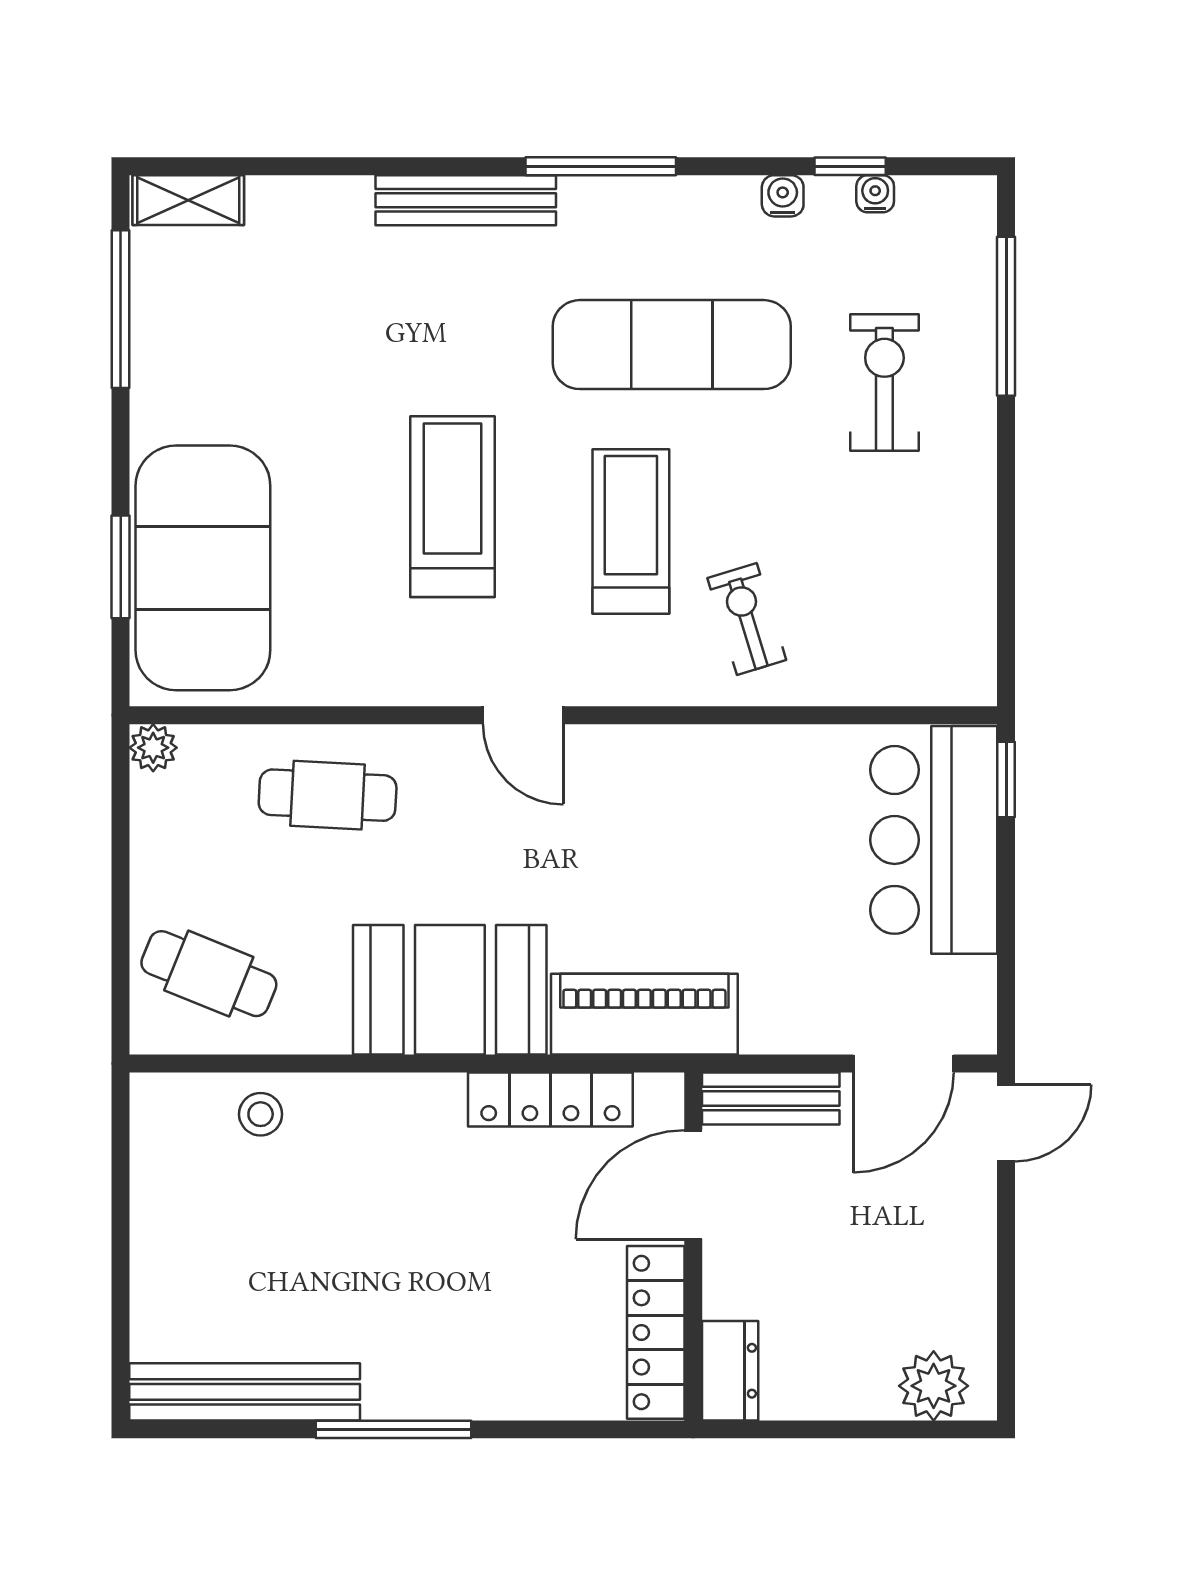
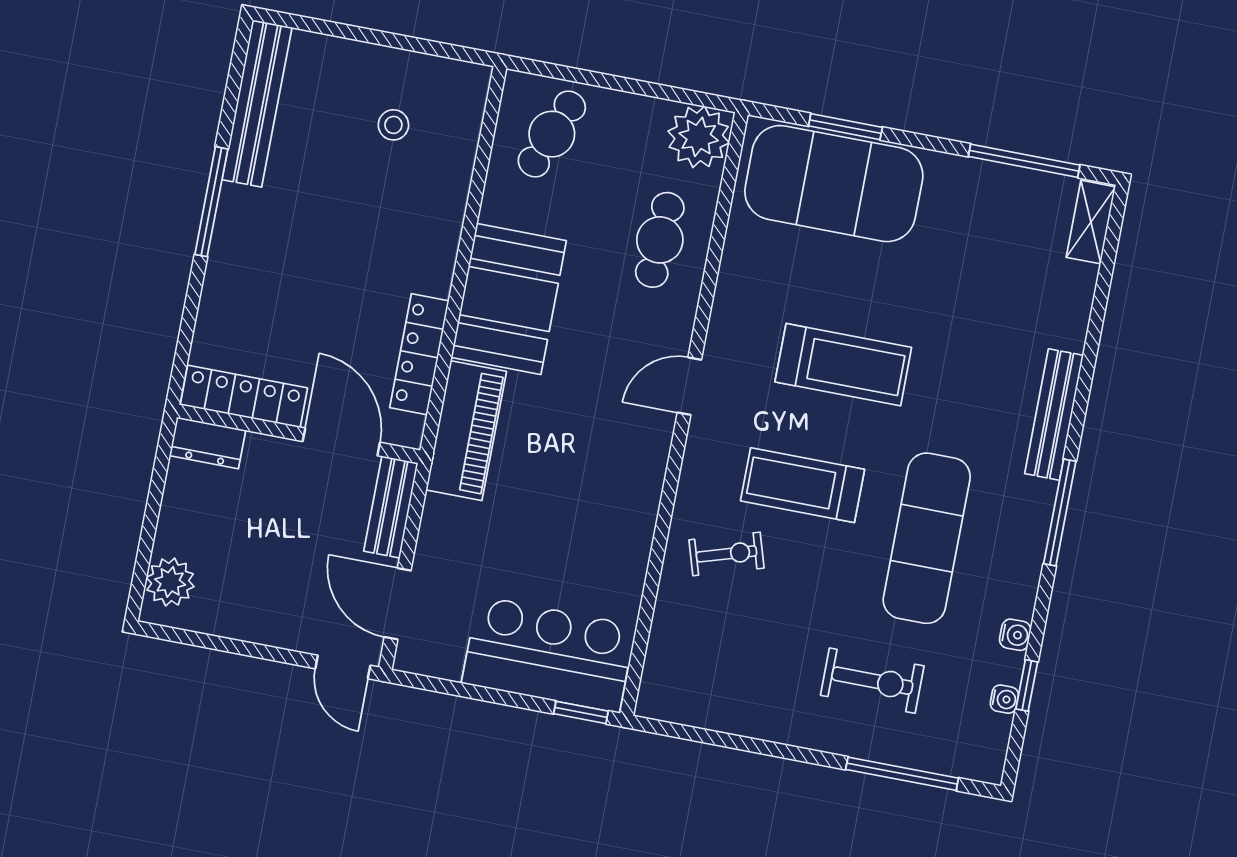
treadmill: (631, 532) -> (802, 485), turned 180
plant: (153, 748) -> (699, 137), width x1.88, depth x1.88
stool: (261, 1114) -> (393, 125), moved

